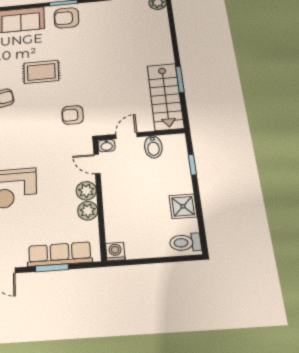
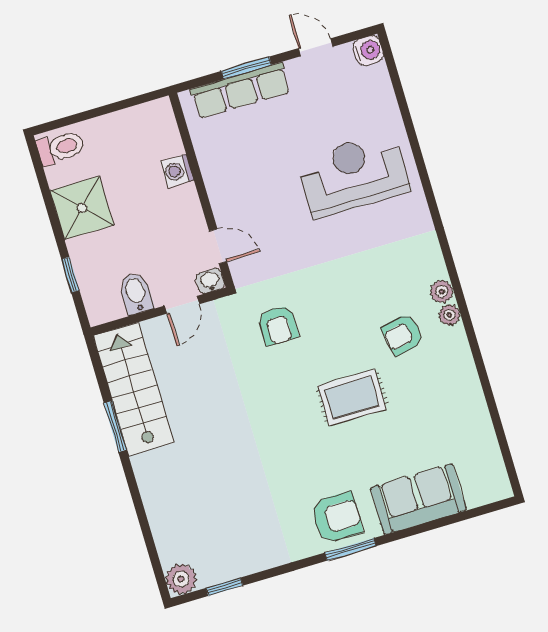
armchair: (73, 115) -> (278, 325), turned 90
plant: (86, 191) -> (224, 198), removed
shower: (183, 206) -> (82, 208), width x1.36, depth x1.36
plant: (88, 211) -> (215, 166), removed
washing machine: (115, 252) -> (177, 171), moved, turned 90

